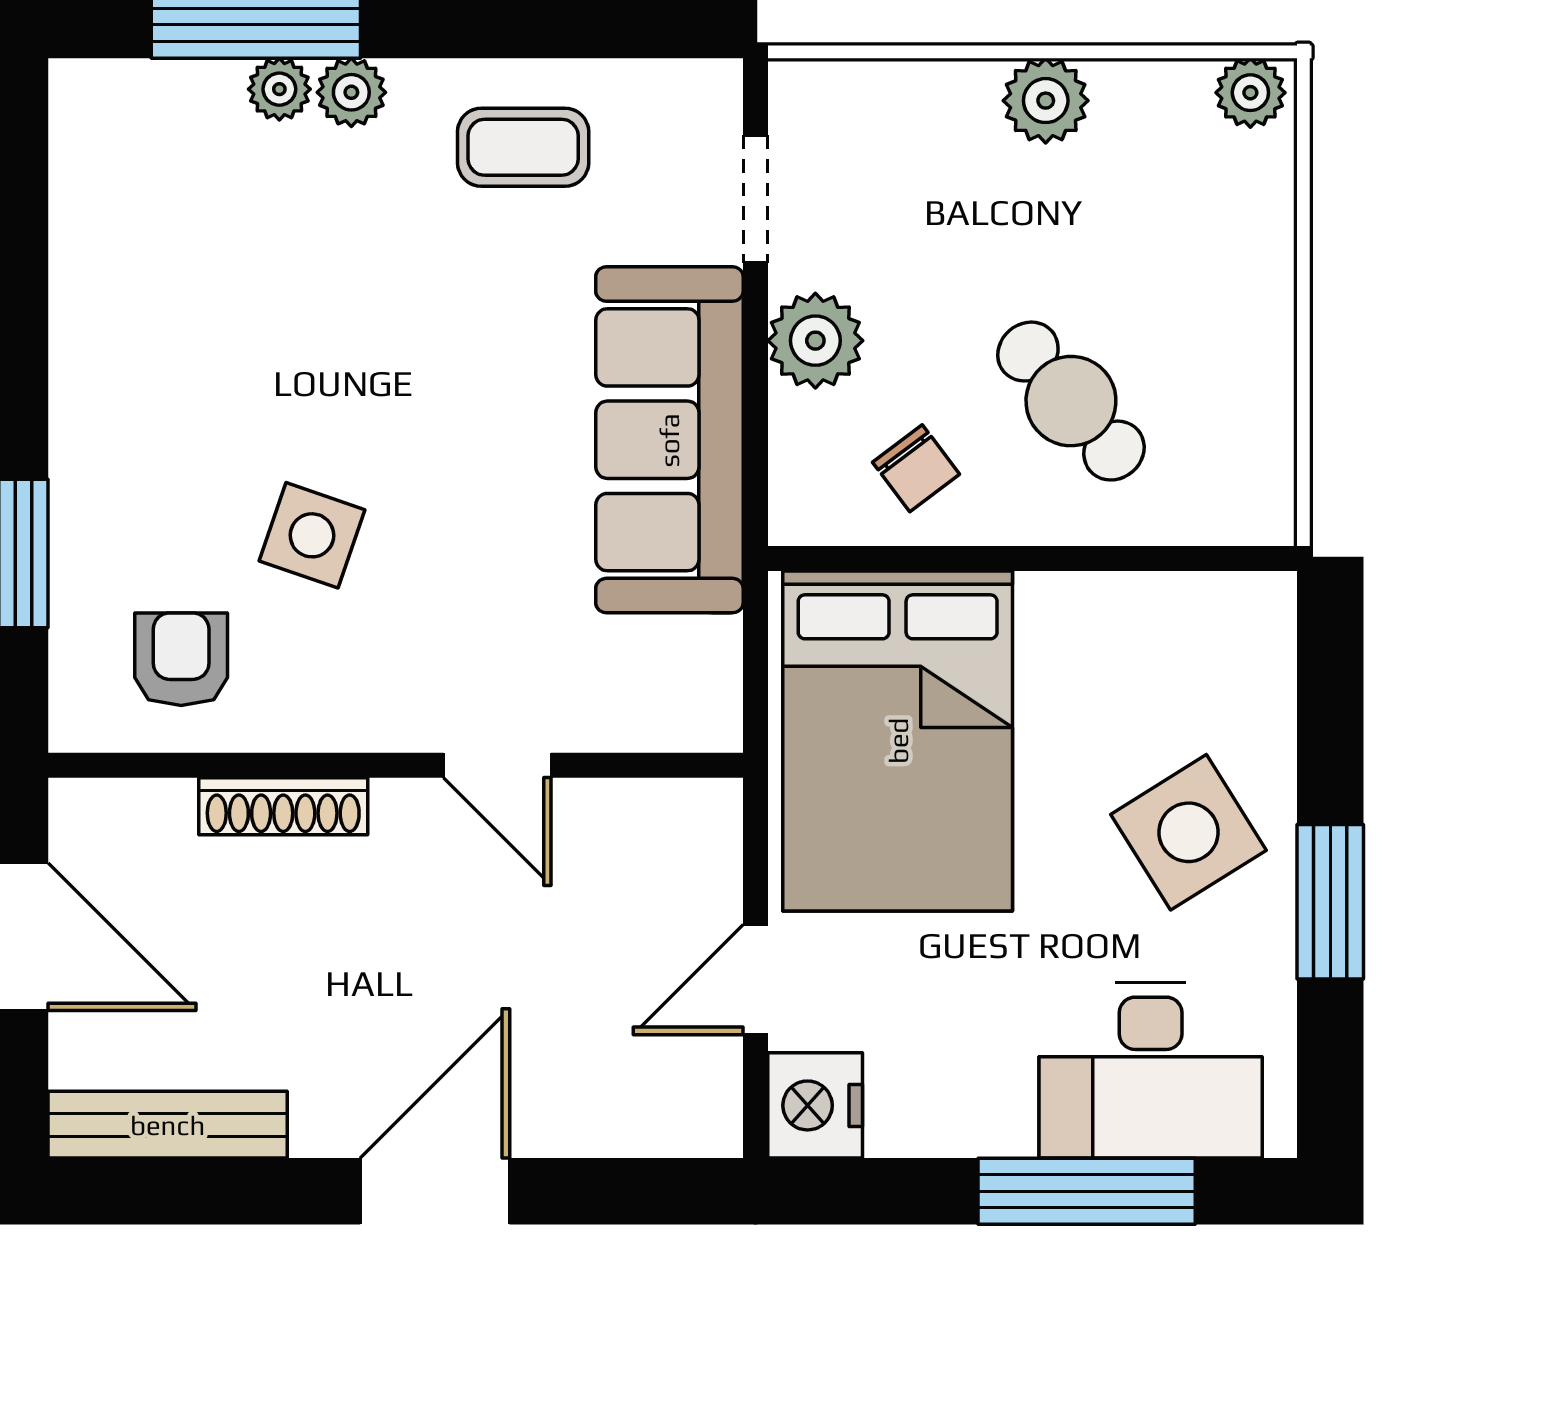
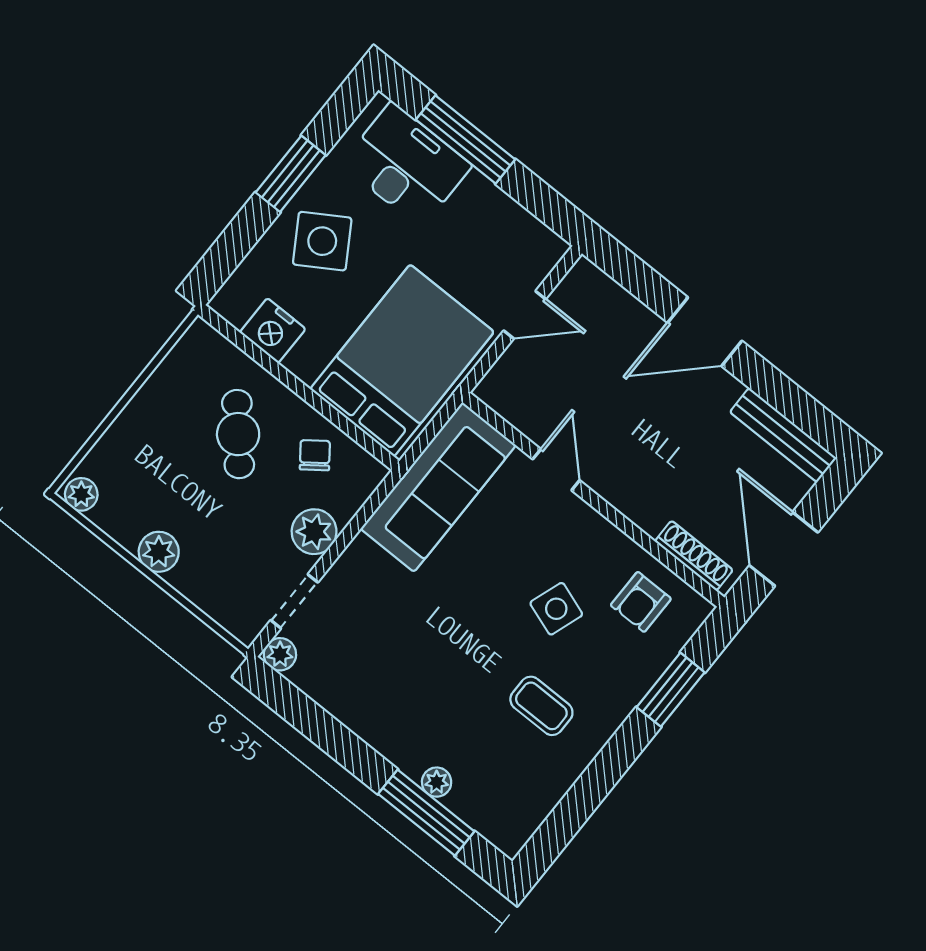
plant: (351, 92) -> (280, 654), moved
coffee table: (523, 147) -> (541, 706), moved
sofa: (669, 440) -> (438, 487), moved
shoe rack: (283, 806) -> (694, 556), moved
nightstand: (815, 1105) -> (273, 331), moved, turned 90

